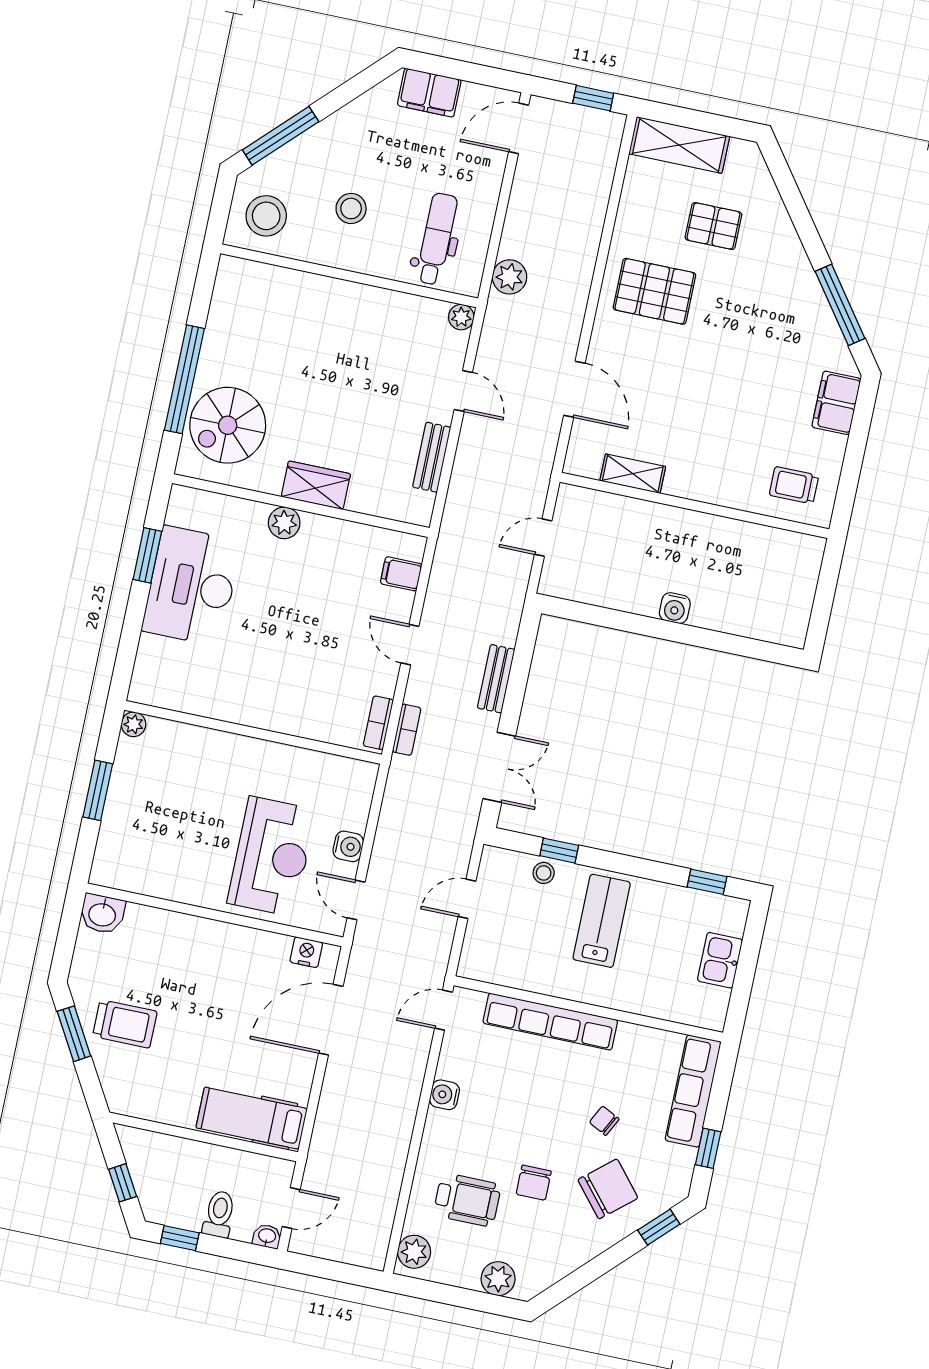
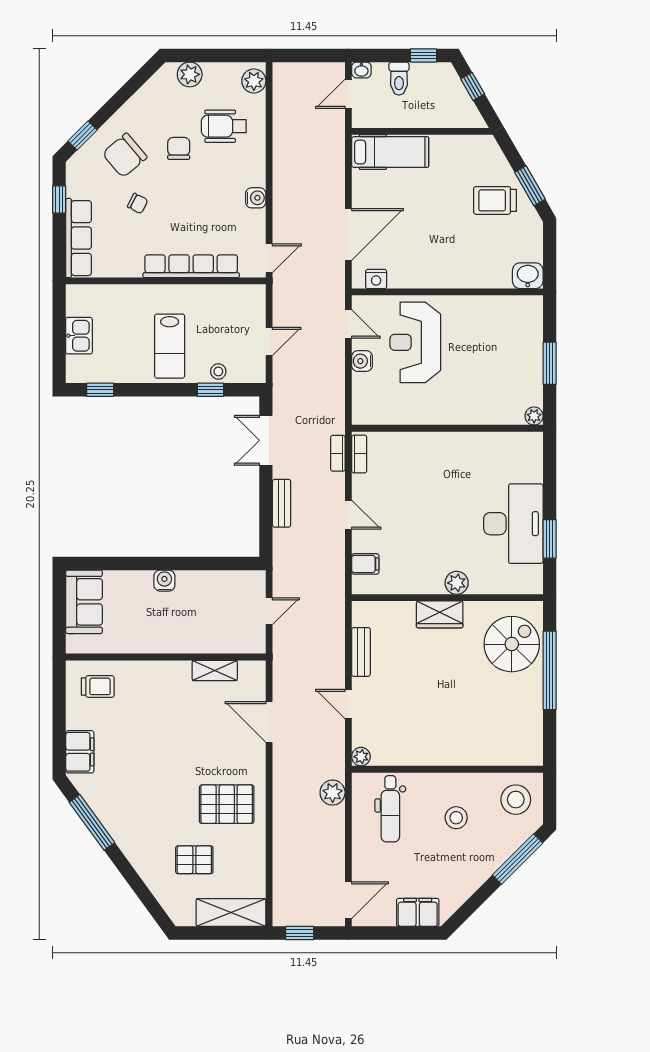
sofa: (788, 602) -> (84, 602), added

